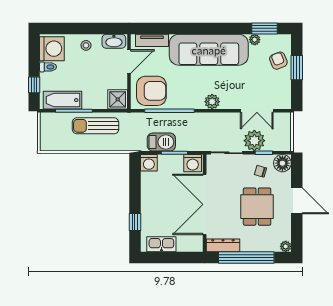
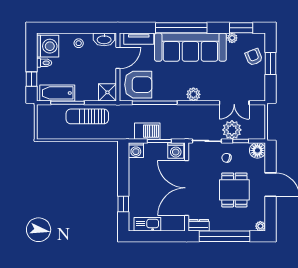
window: (199, 28) -> (181, 28), added
chair: (261, 171) -> (226, 158), moved
dresser: (223, 245) -> (199, 225), width x0.70

